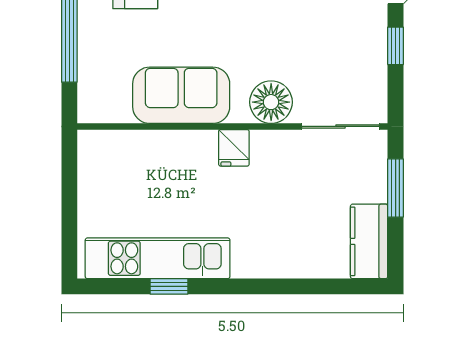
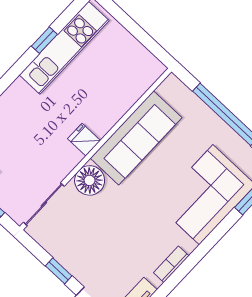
sofa: (181, 95) -> (136, 138), width x1.36

